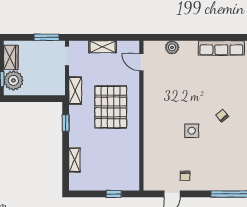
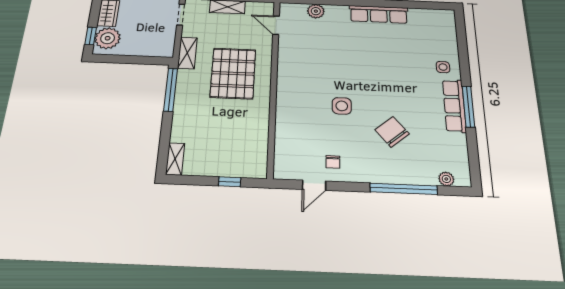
chair: (222, 116) -> (392, 132), moved, width x1.87, depth x1.87
window: (66, 123) -> (170, 90), width x2.17
shelving: (74, 160) -> (175, 159), moved

